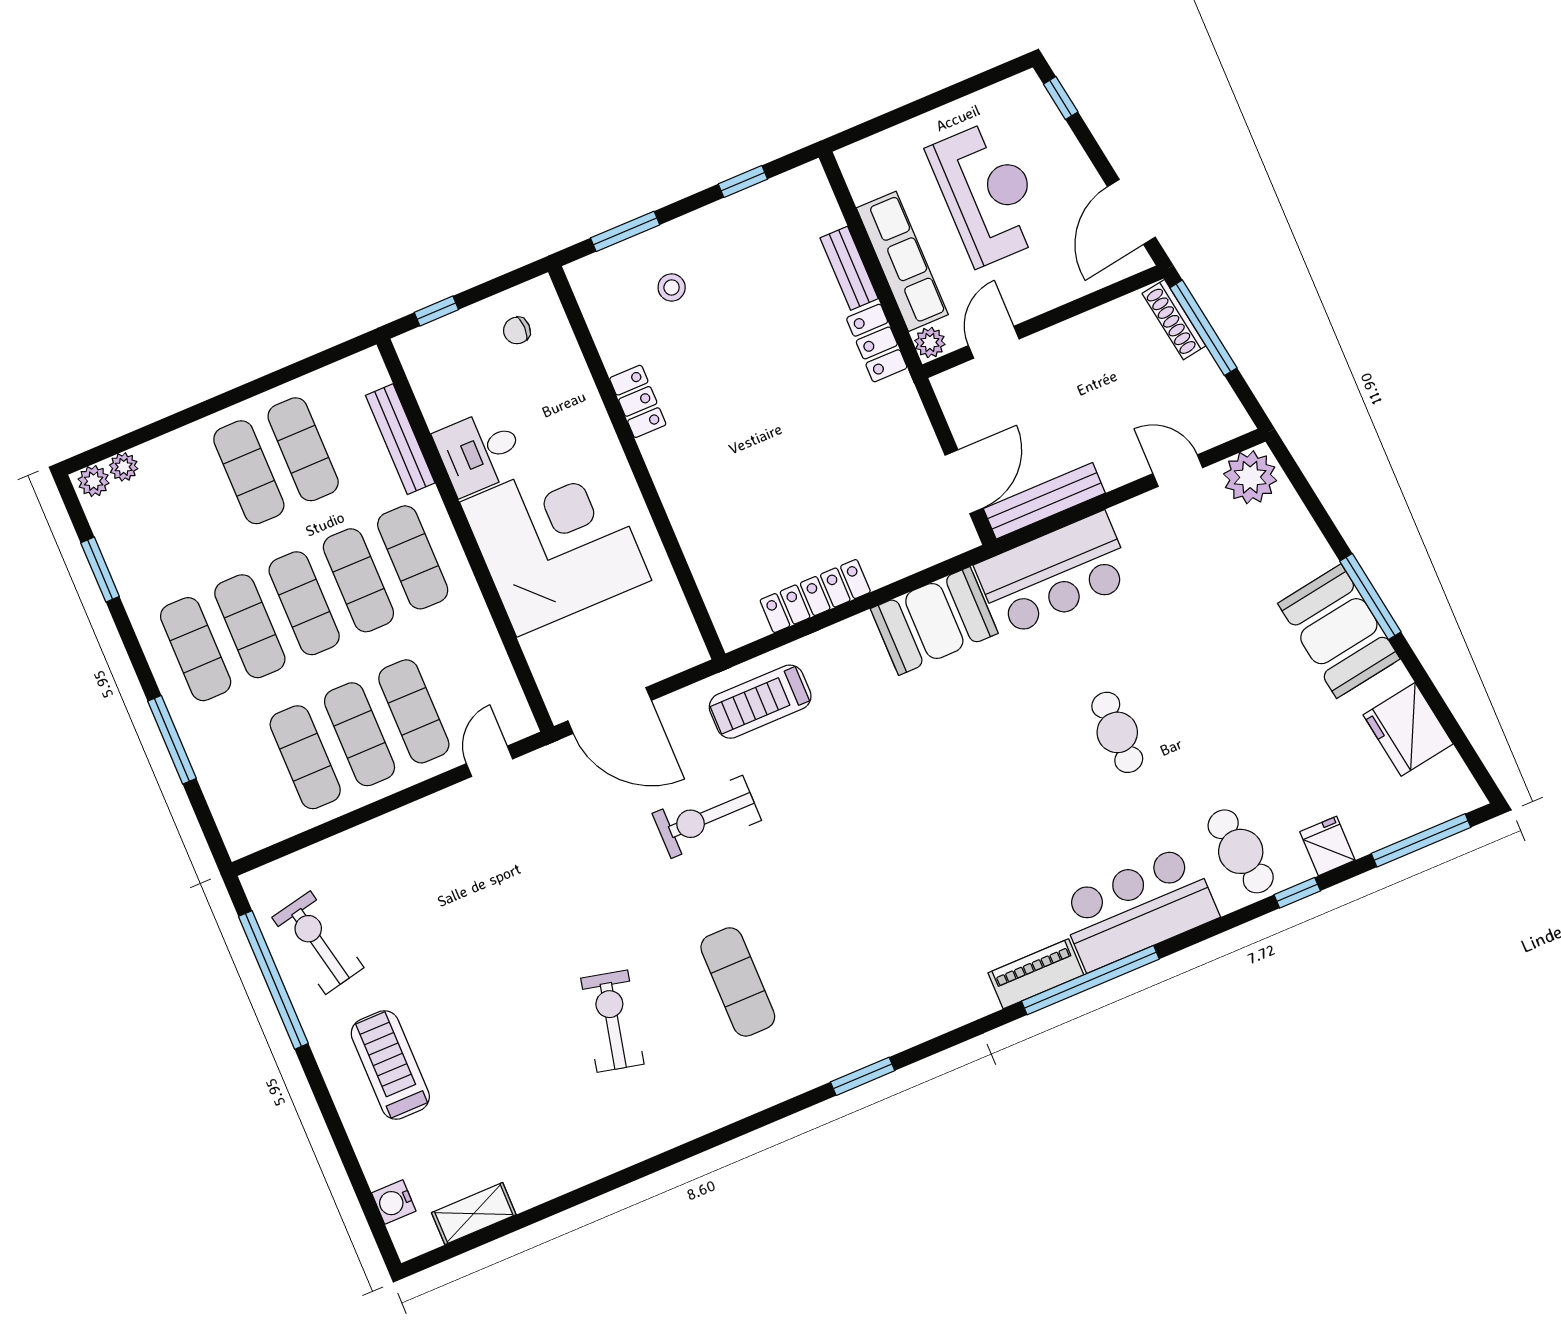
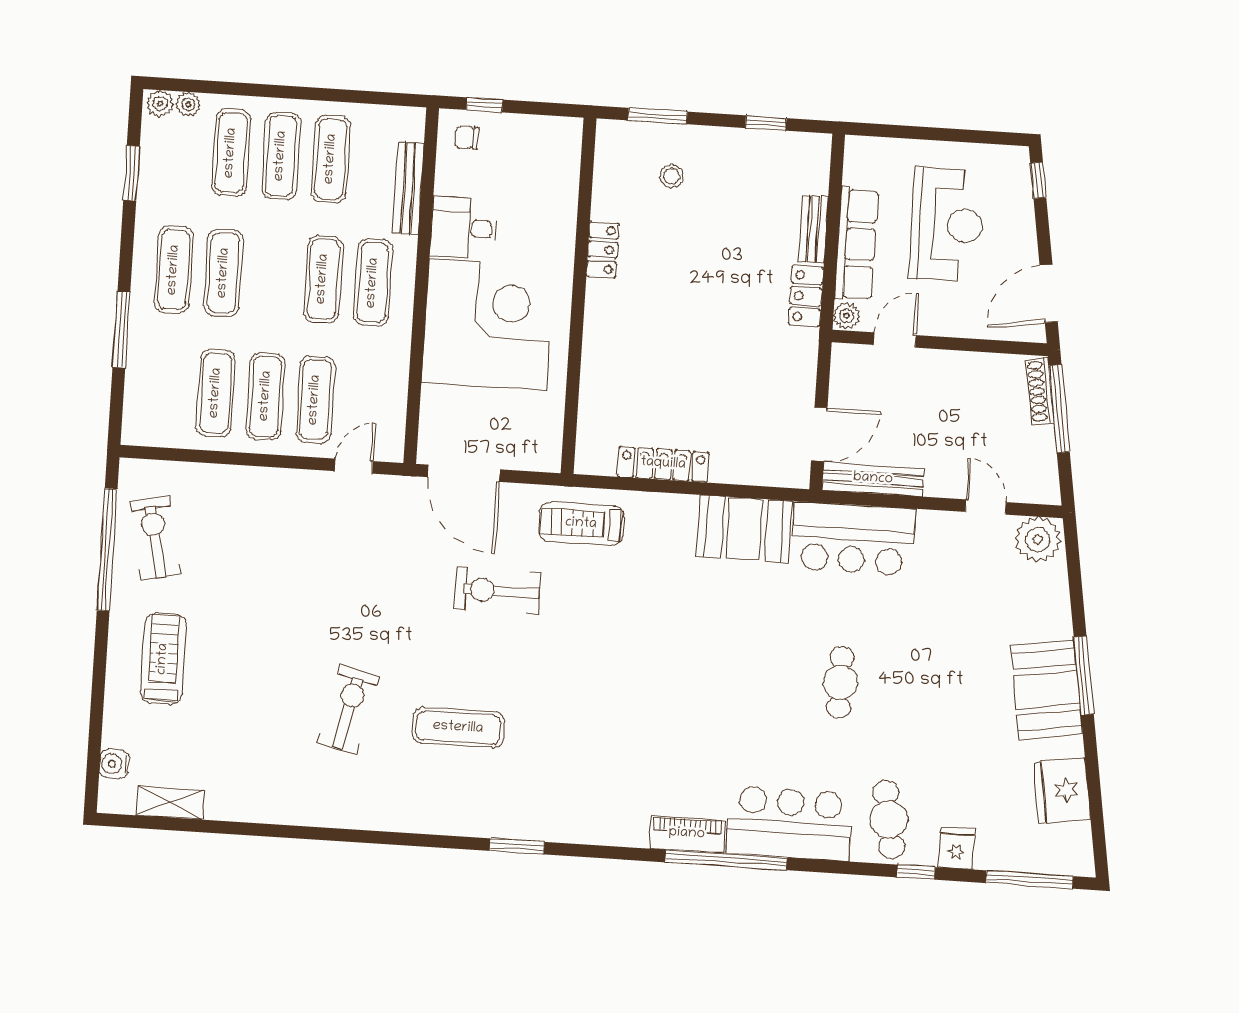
chair: (517, 331) -> (467, 138), moved
exercise mat: (304, 603) -> (231, 153), moved
exercise mat: (738, 982) -> (458, 728), turned 90

